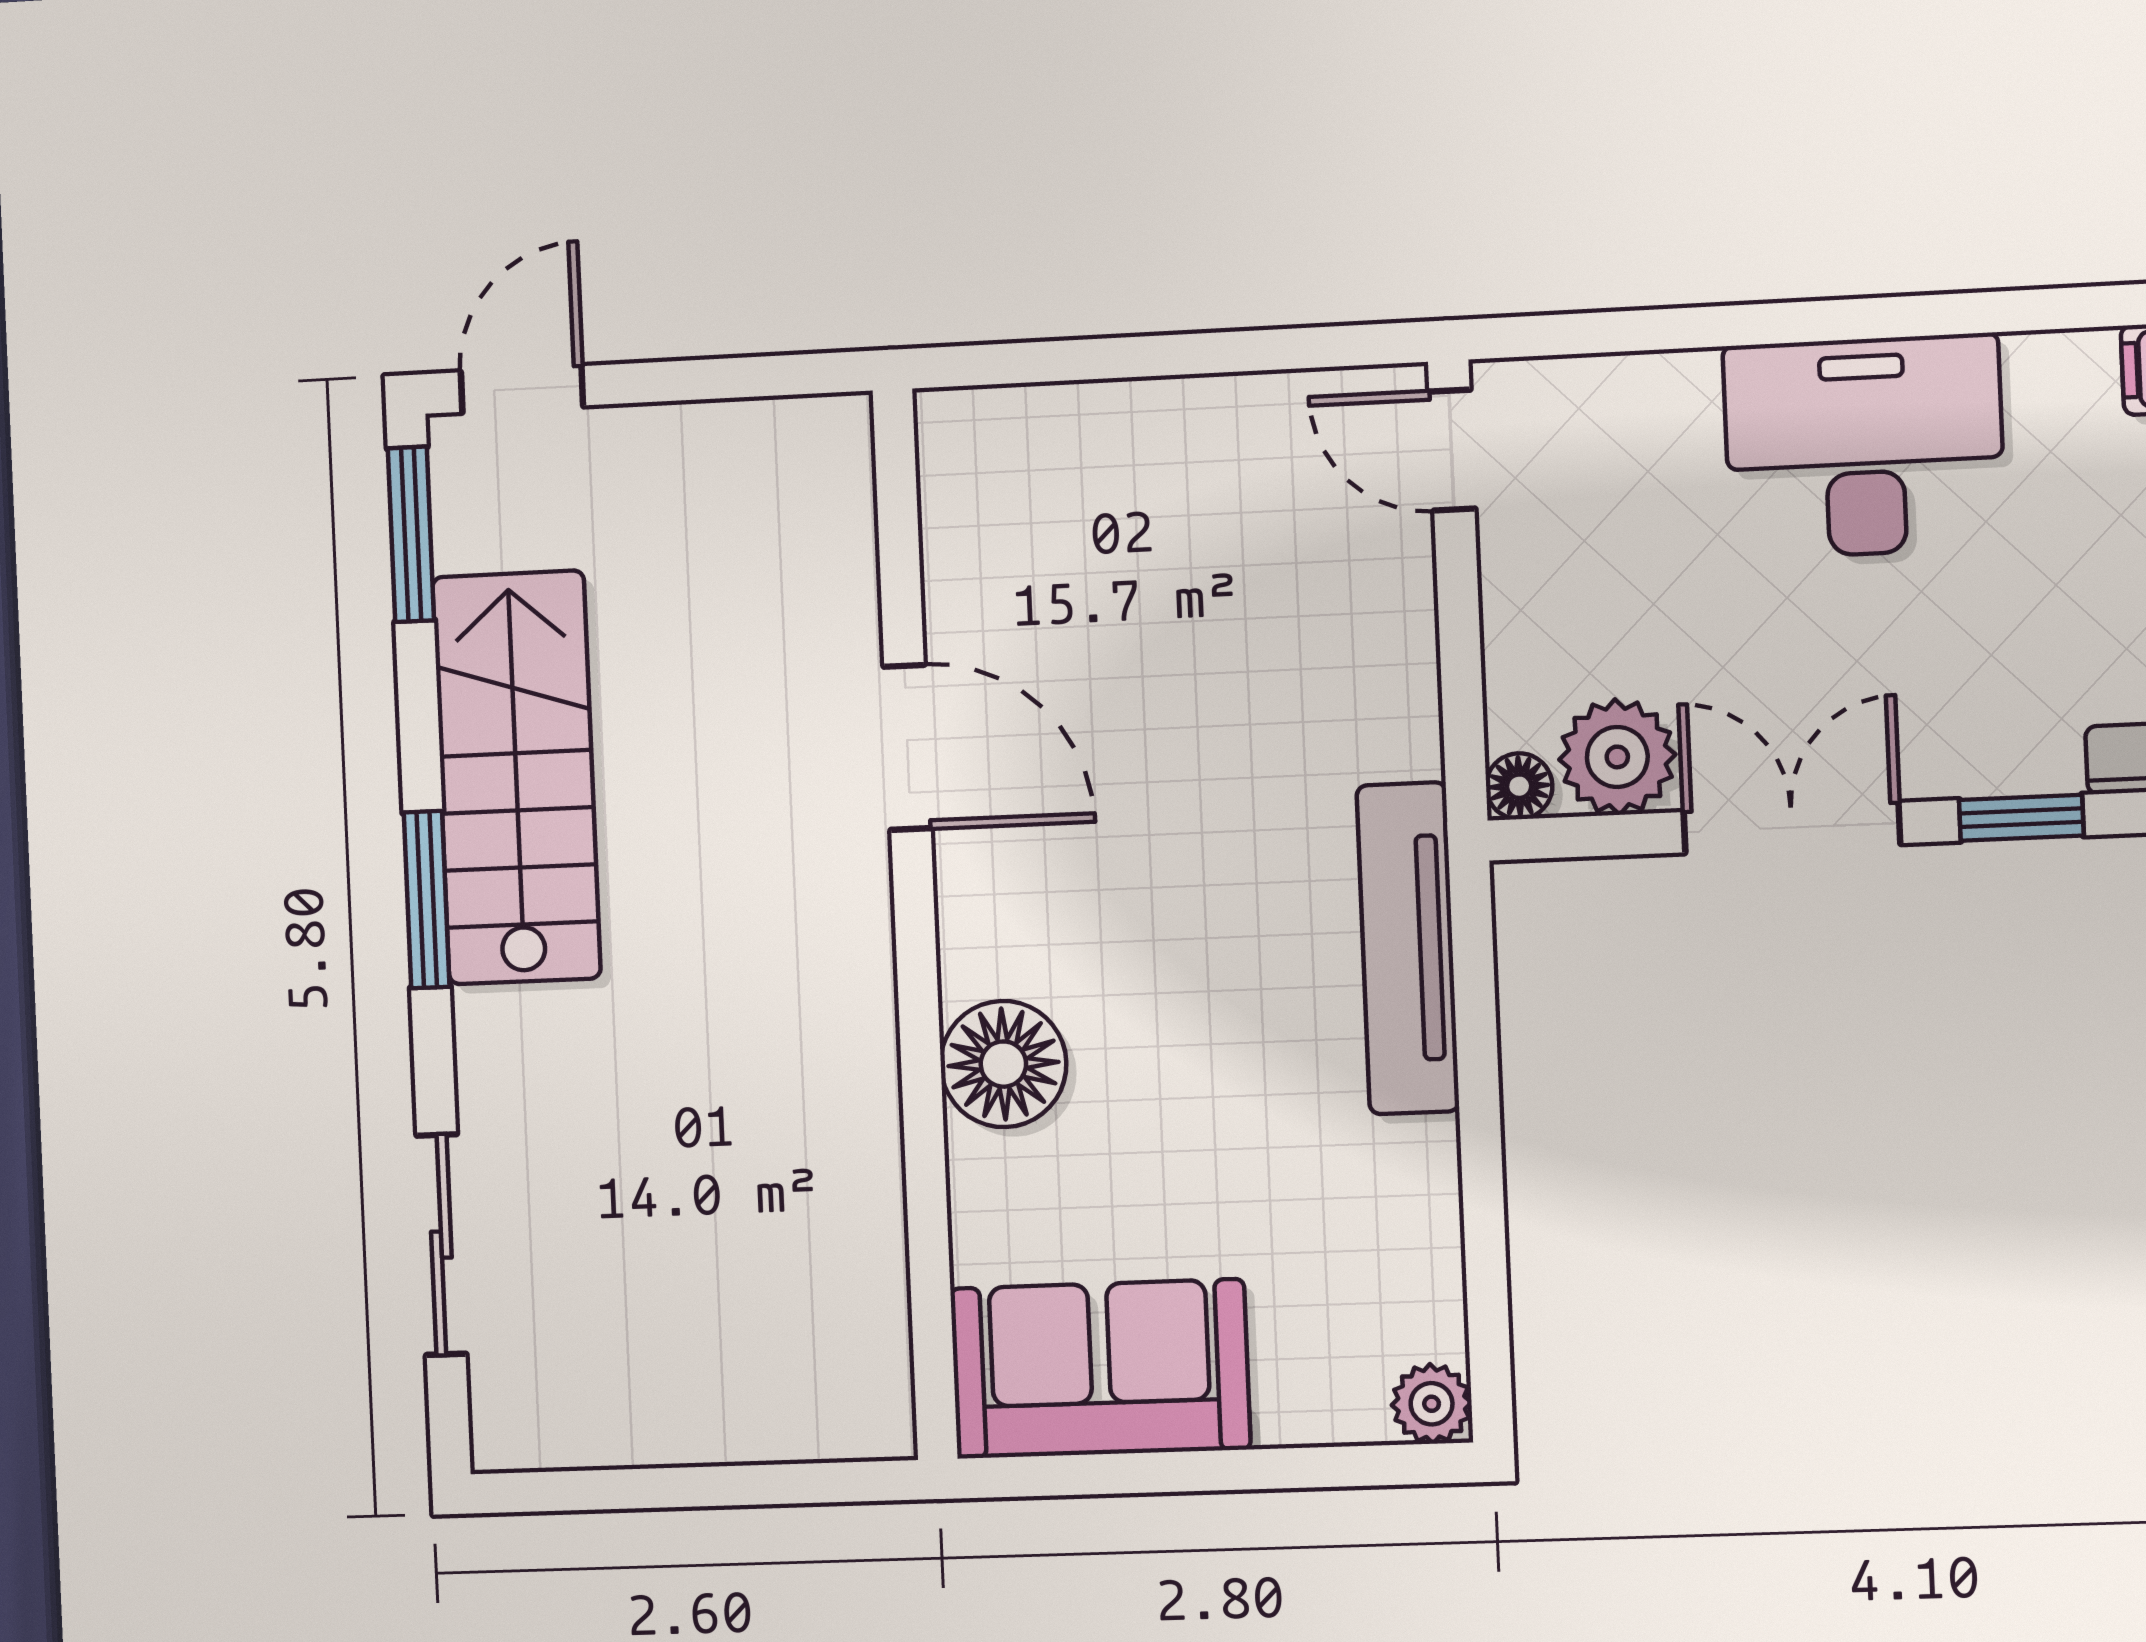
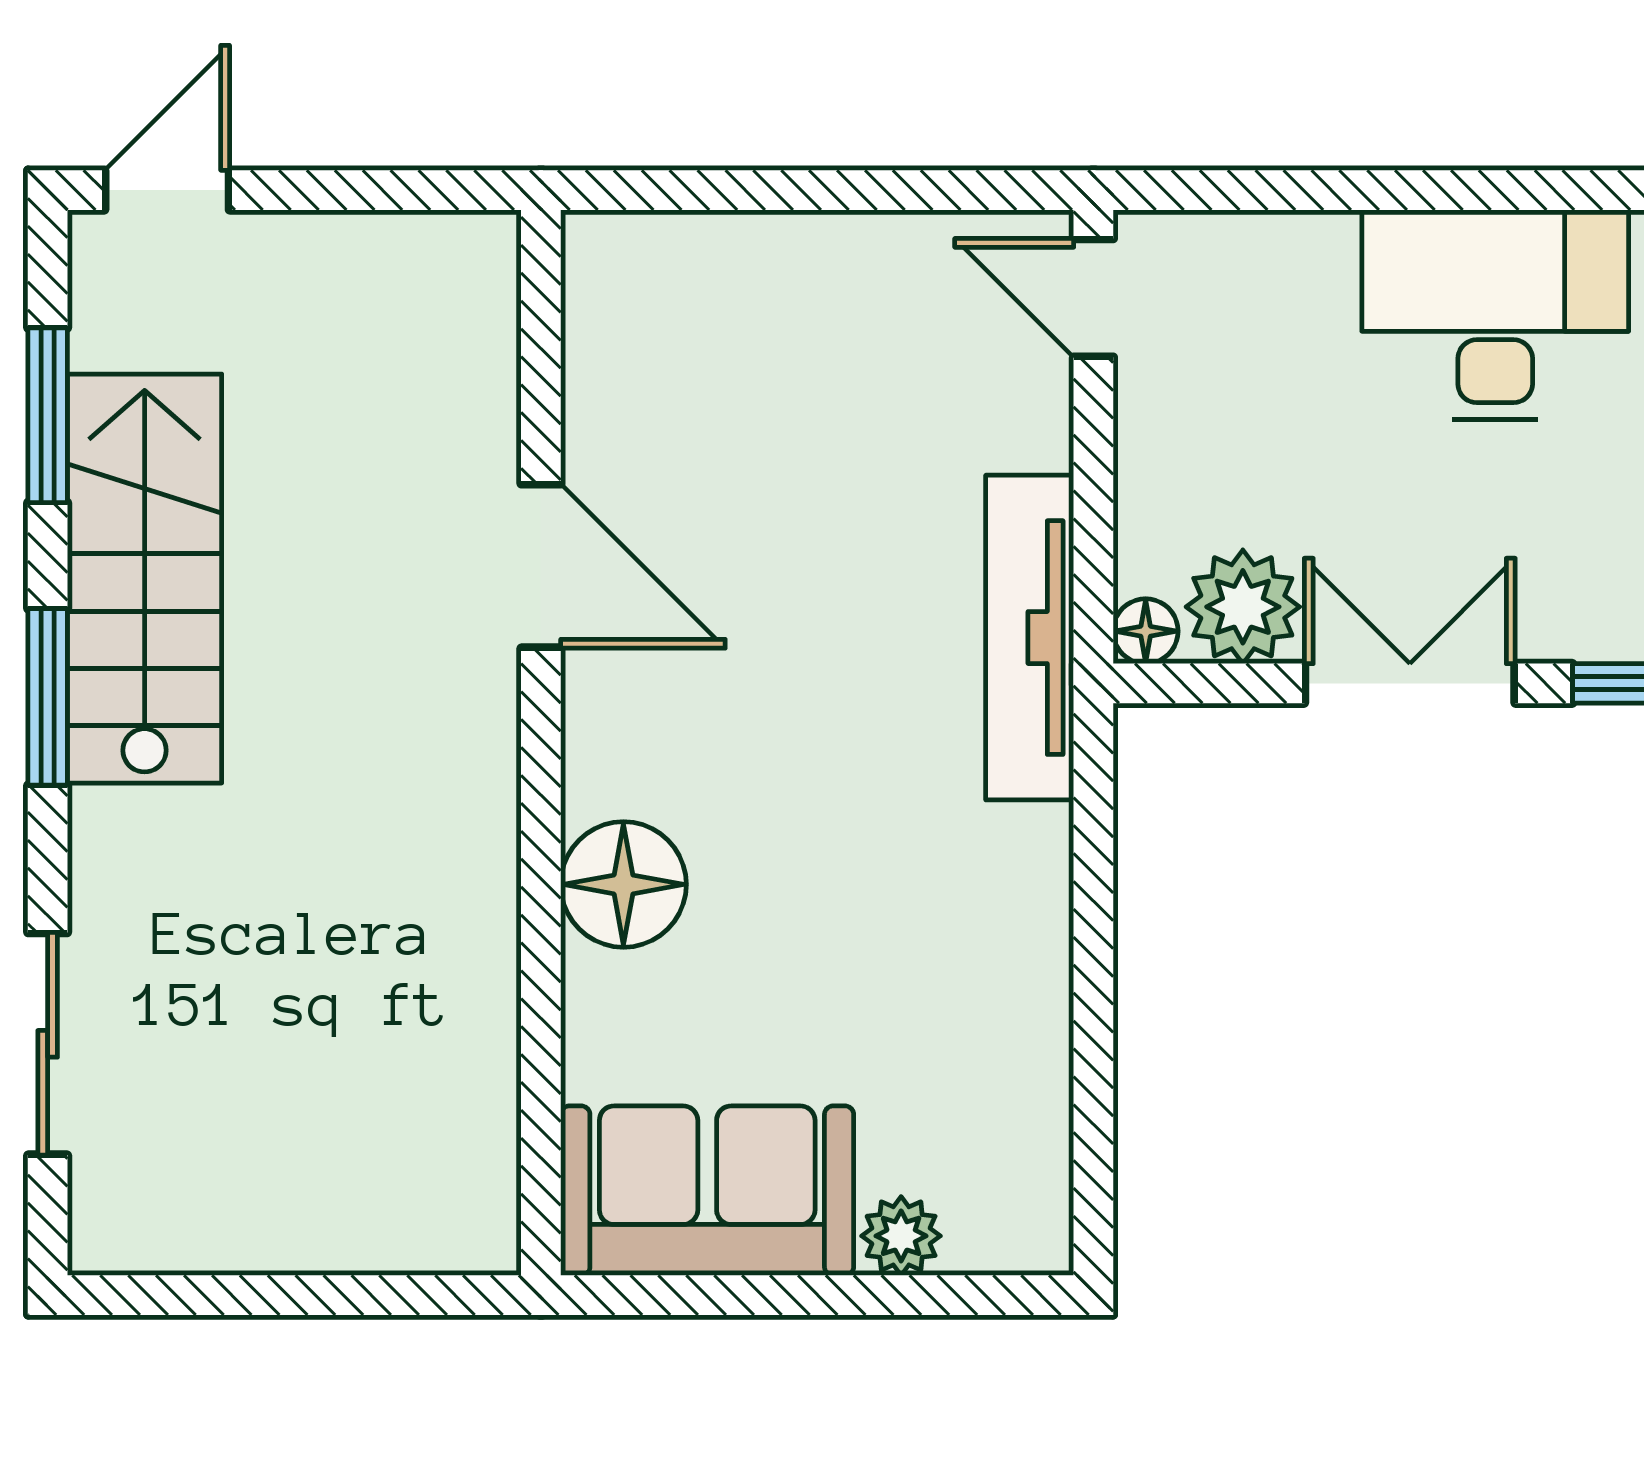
window: (411, 534) -> (48, 415), moved
tv unit: (1408, 948) -> (1030, 638), moved
plant: (1432, 1404) -> (901, 1236), moved

